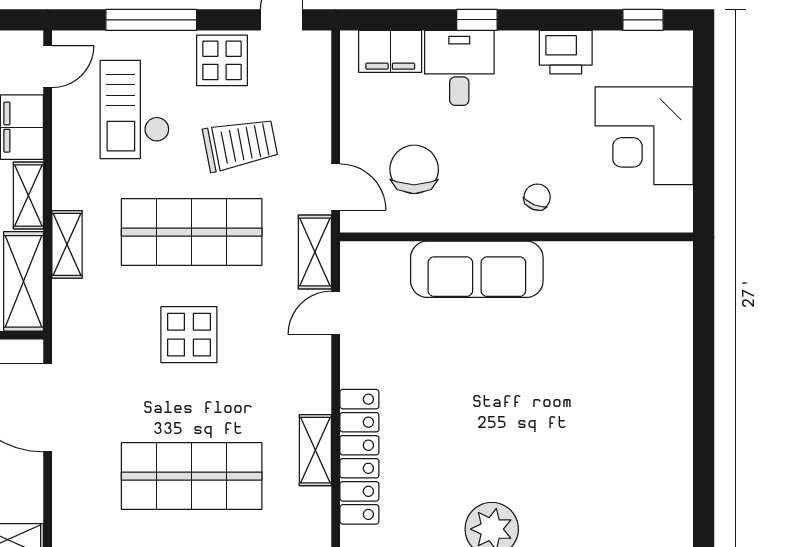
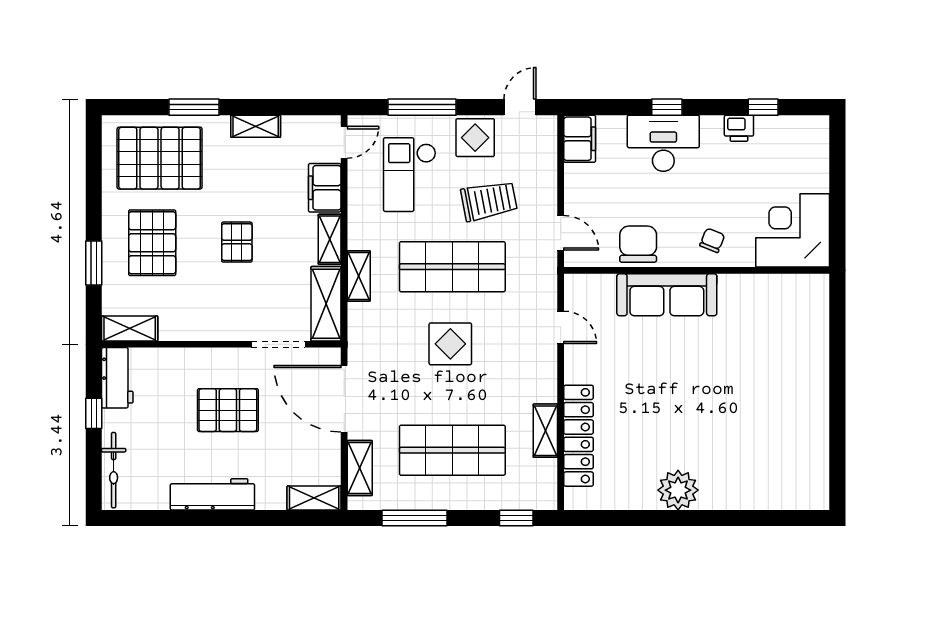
window: (643, 20) -> (763, 107), moved
filing cabinet: (390, 51) -> (580, 139), moved, turned -90
printer: (566, 52) -> (739, 128), width x0.73, depth x0.81
desk: (459, 68) -> (663, 143), width x1.37
corner desk: (644, 136) -> (793, 230), moved, turned 90
chair: (414, 169) -> (638, 244), moved
shelving: (315, 252) -> (360, 468), moved
door: (336, 313) -> (561, 327), swing flipped

